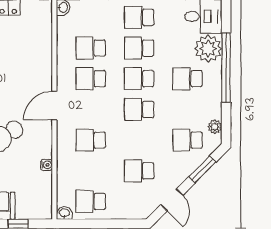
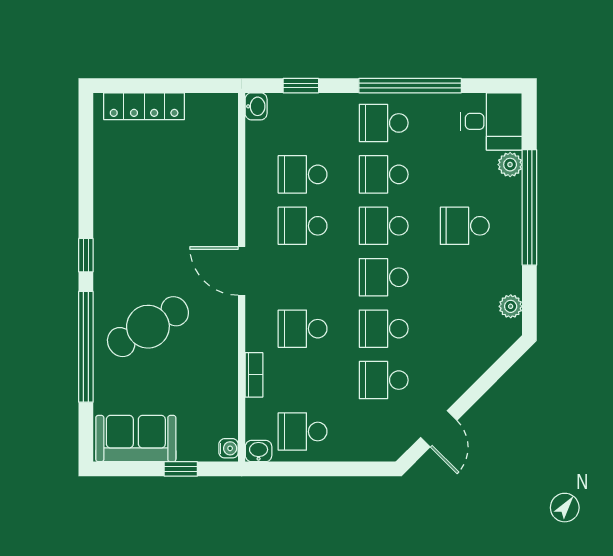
plant: (208, 49) -> (510, 165), width x0.53, depth x0.53
door: (54, 106) -> (242, 271), hinge flipped
school desk: (187, 140) -> (384, 329), moved
water cooler: (47, 165) -> (229, 448), moved
bookcase: (62, 168) -> (254, 375), added
window: (202, 169) -> (490, 378), removed

